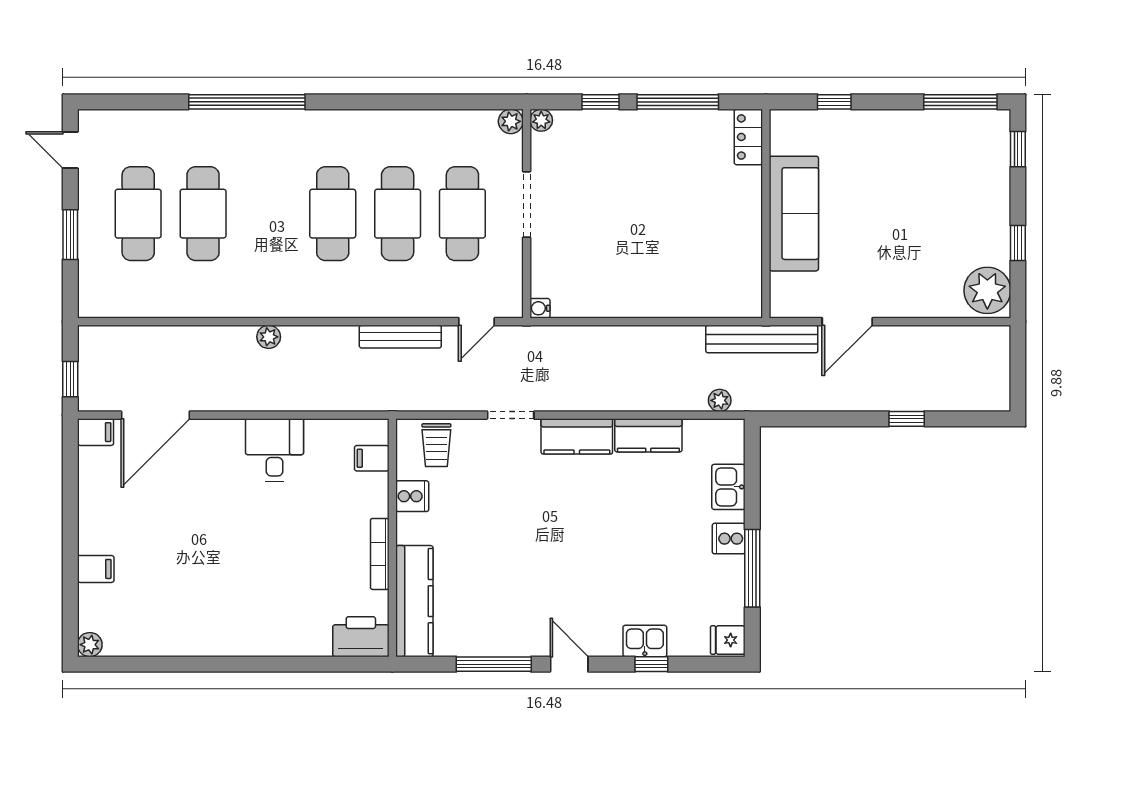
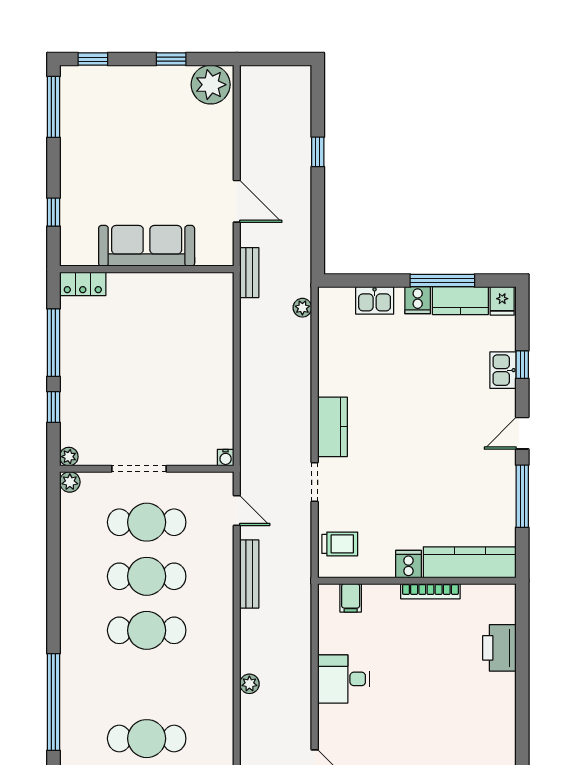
bench: (762, 339) -> (249, 273), width x0.54, depth x0.82
kitchen counter: (648, 435) -> (460, 301), moved, turned 90
cooker: (412, 496) -> (408, 564), moved
printer: (361, 637) -> (499, 648), moved

